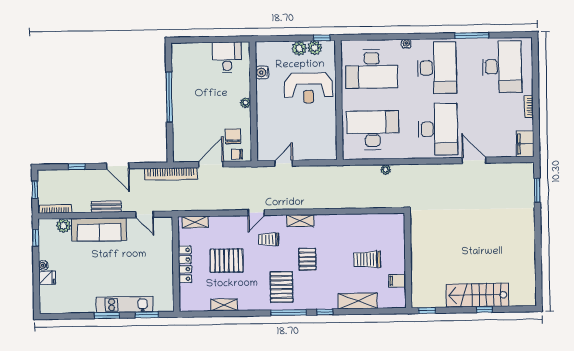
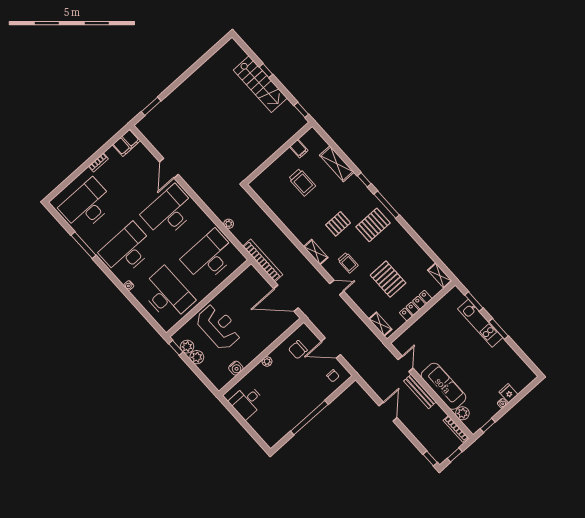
desk: (373, 130) -> (209, 257), turned 90
chair: (237, 154) -> (333, 376), moved
door: (284, 163) -> (286, 298), width x1.87
window: (77, 167) -> (430, 458), moved
bookcase: (171, 174) -> (263, 260), moved
bench: (106, 207) -> (420, 391), width x1.36
shelving: (224, 305) -> (440, 276), moved

